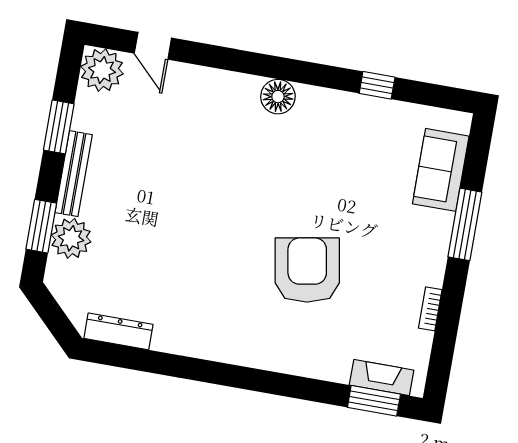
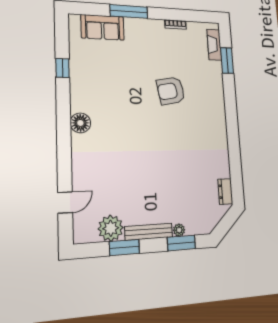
plant: (102, 70) -> (111, 228), moved
plant: (71, 238) -> (179, 230), width x0.53, depth x0.53
armchair: (307, 270) -> (171, 91), width x0.73, depth x0.73
dresser: (118, 331) -> (225, 191), width x0.70
window: (374, 401) -> (227, 60), moved

